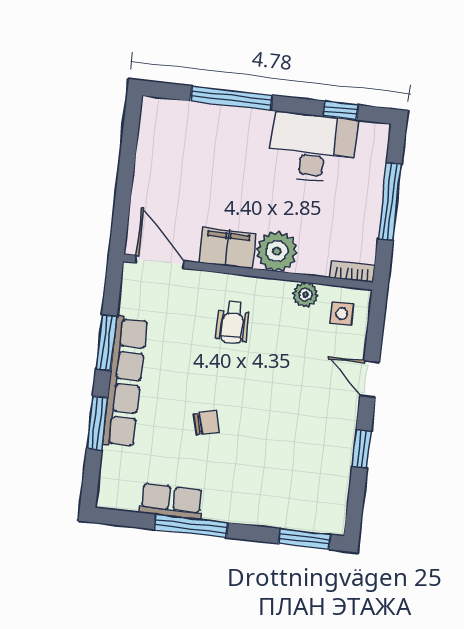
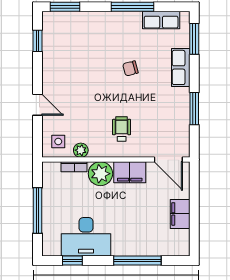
filing cabinet: (150, 168) -> (180, 214), added
bookcase: (352, 272) -> (74, 167), moved
row of seats: (125, 382) -> (181, 67), width x0.50
window: (97, 423) -> (194, 39), moved
window: (362, 449) -> (37, 41), moved
row of seats: (171, 501) -> (161, 20), moved

